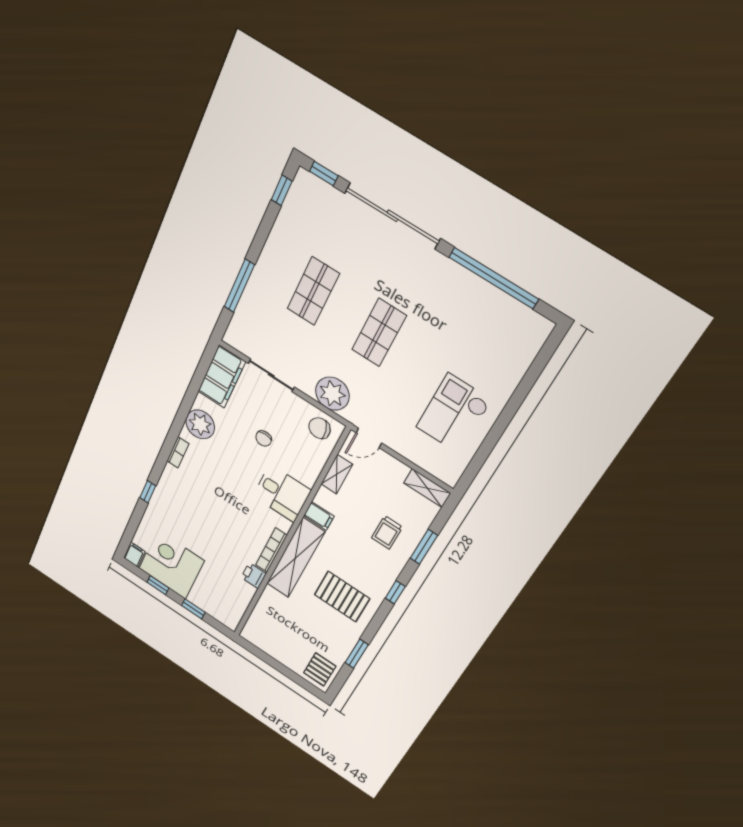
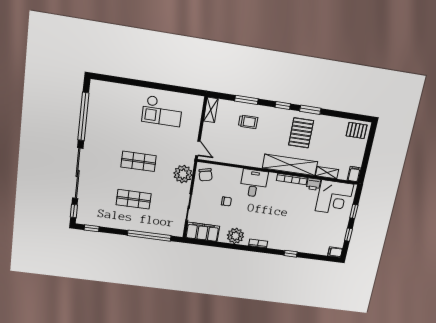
window: (239, 286) -> (149, 236), width x1.46
shelving: (337, 474) -> (327, 173), moved
filing cabinet: (319, 516) -> (354, 174), moved
corner desk: (171, 564) -> (334, 198), moved, turned -90
window: (357, 654) -> (310, 110), moved

